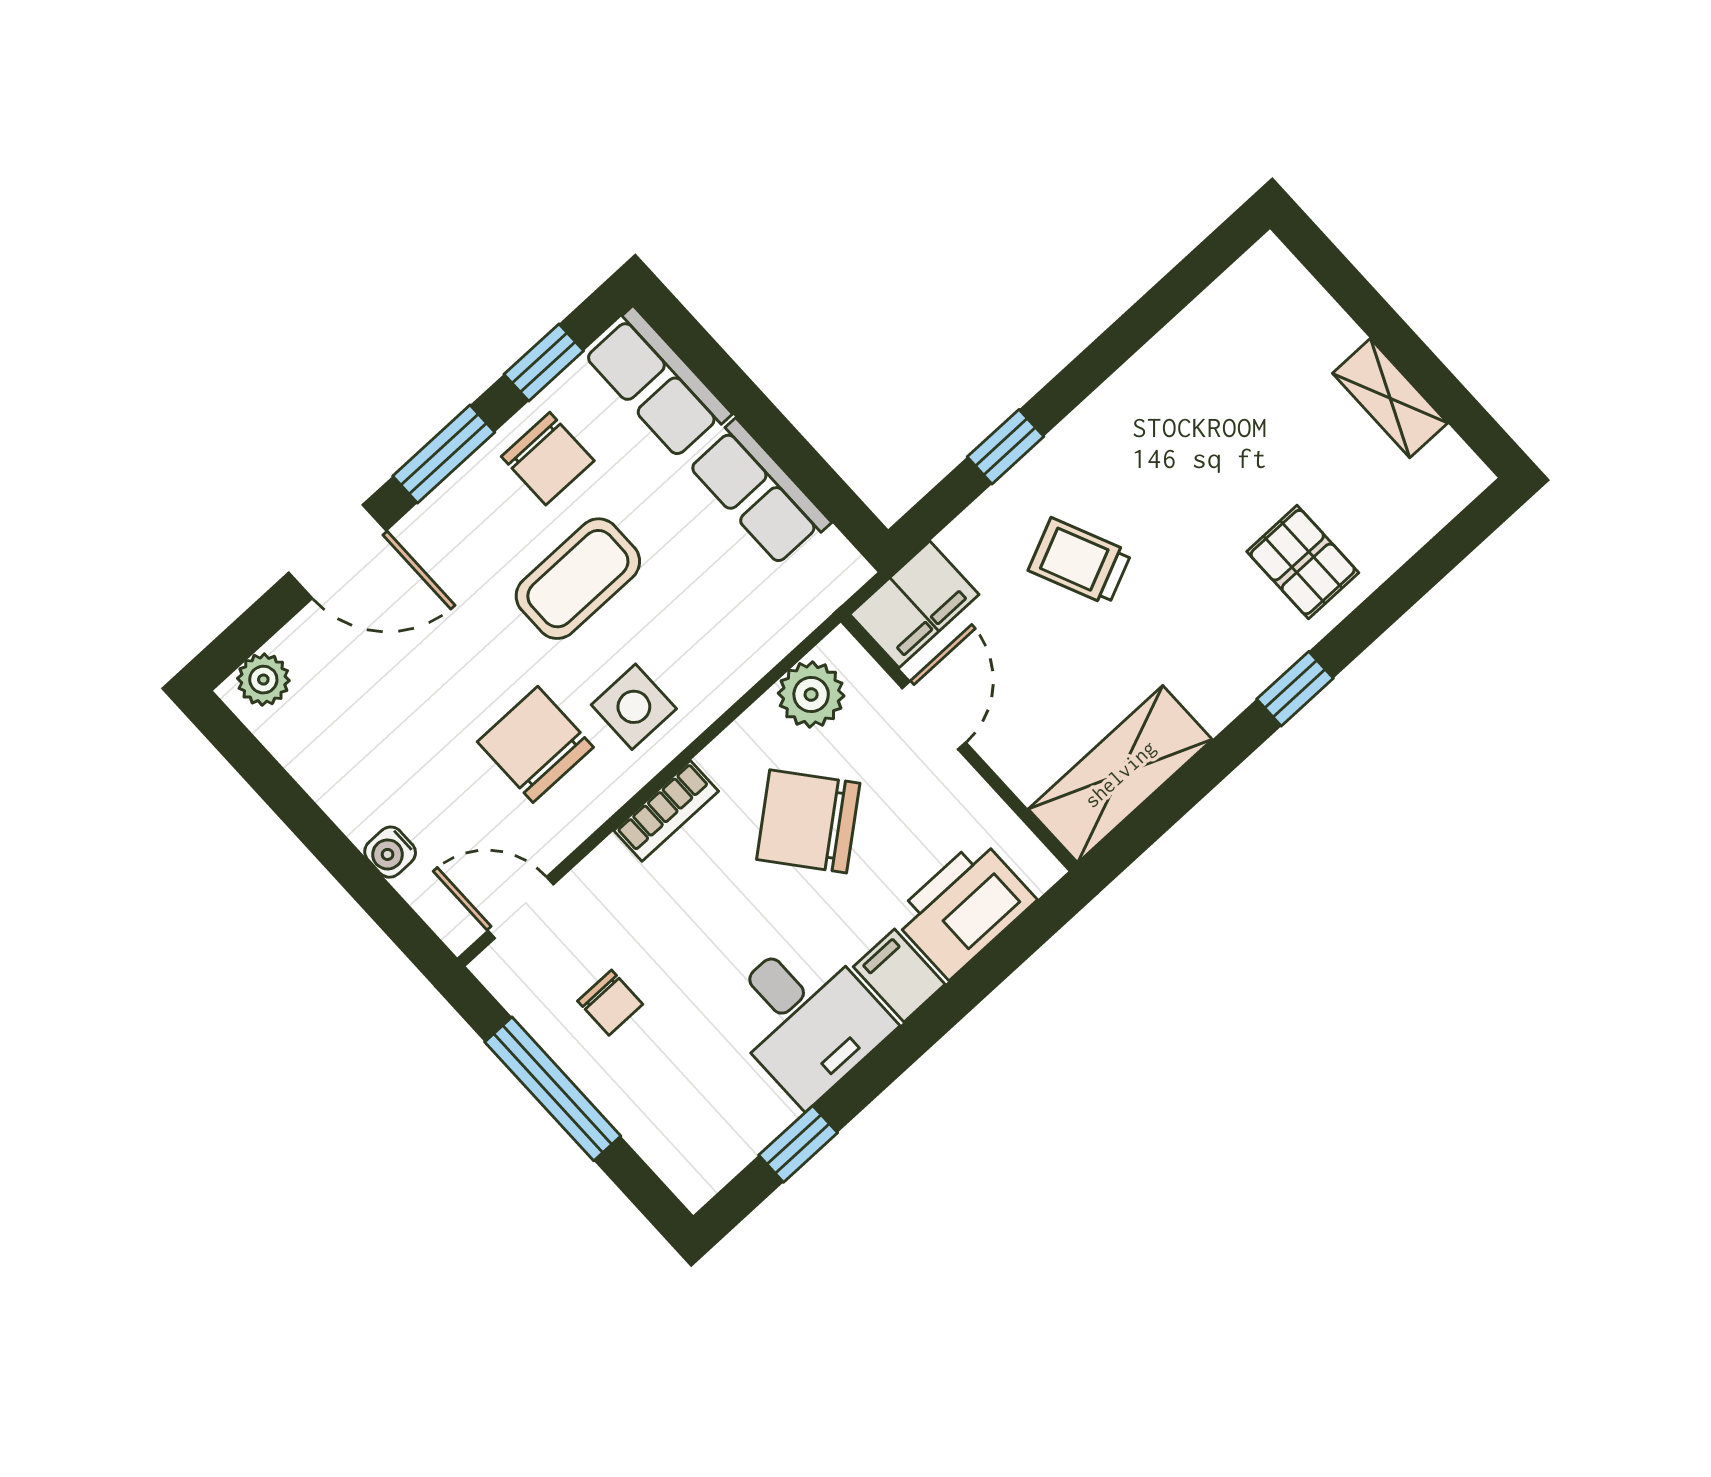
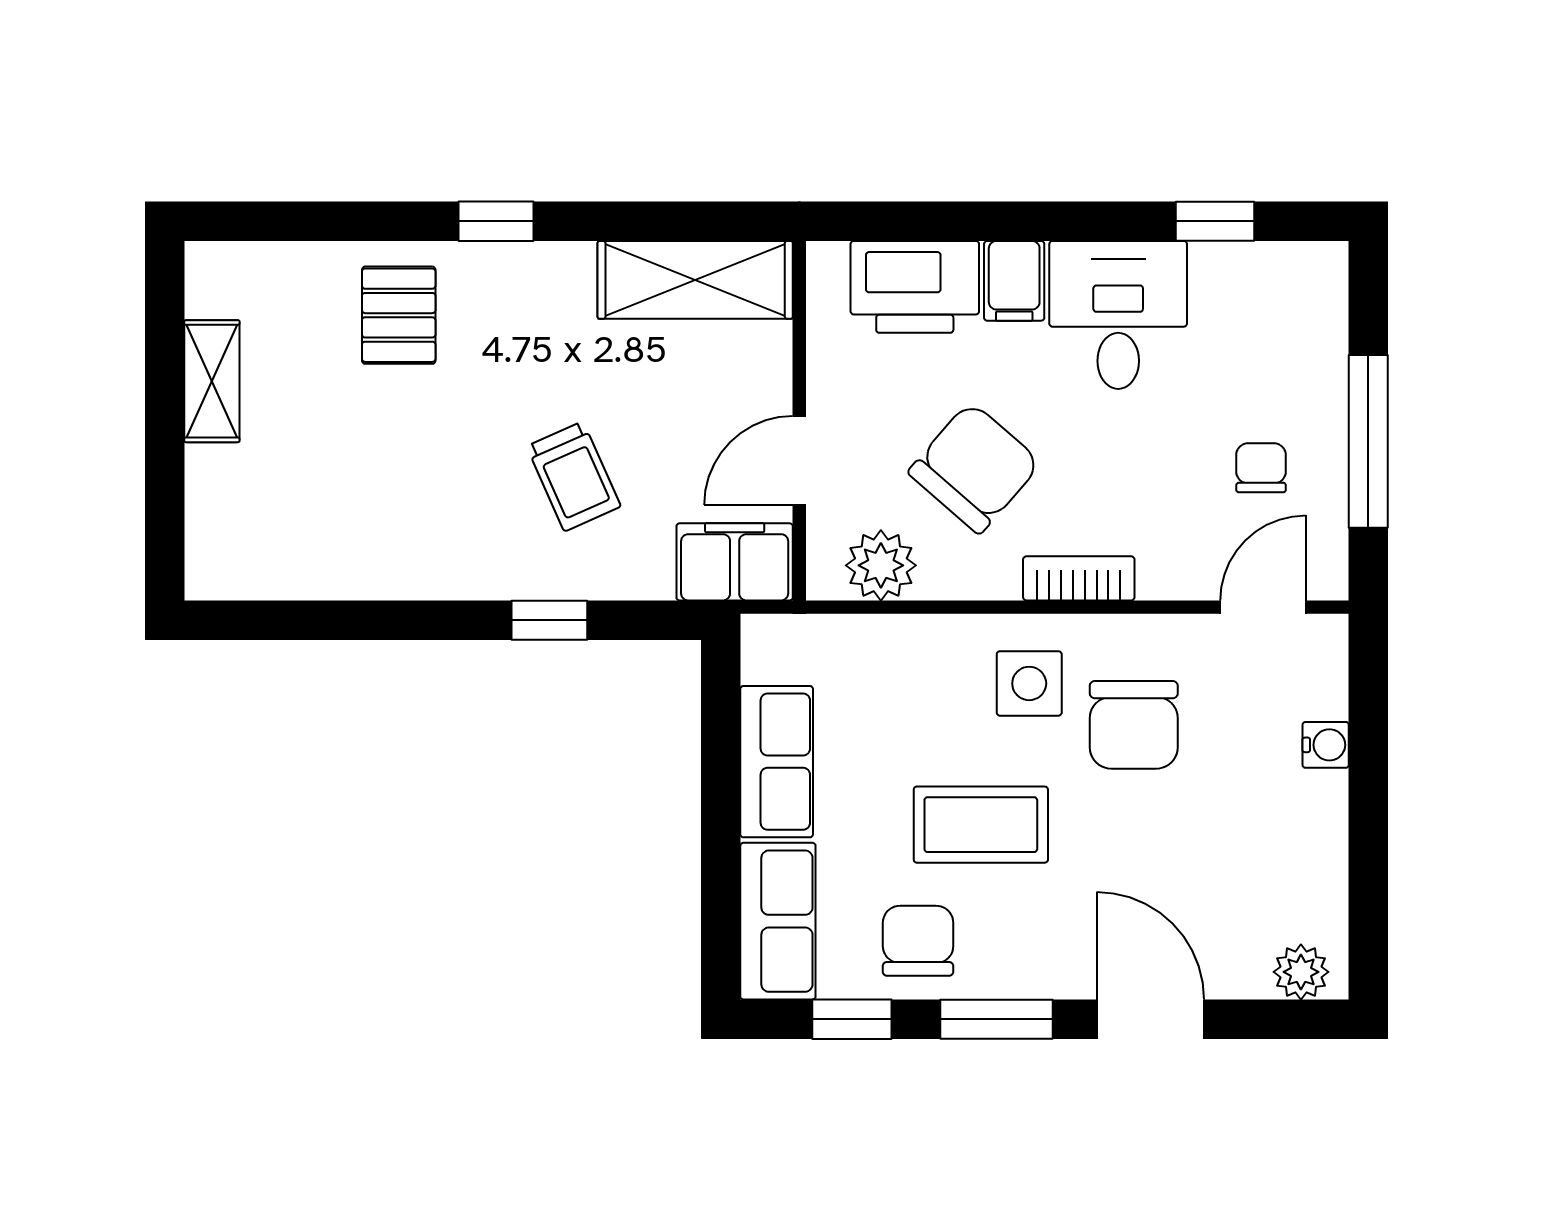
chair: (808, 821) -> (975, 468), turned -100
door: (521, 908) -> (1263, 607), swing flipped

